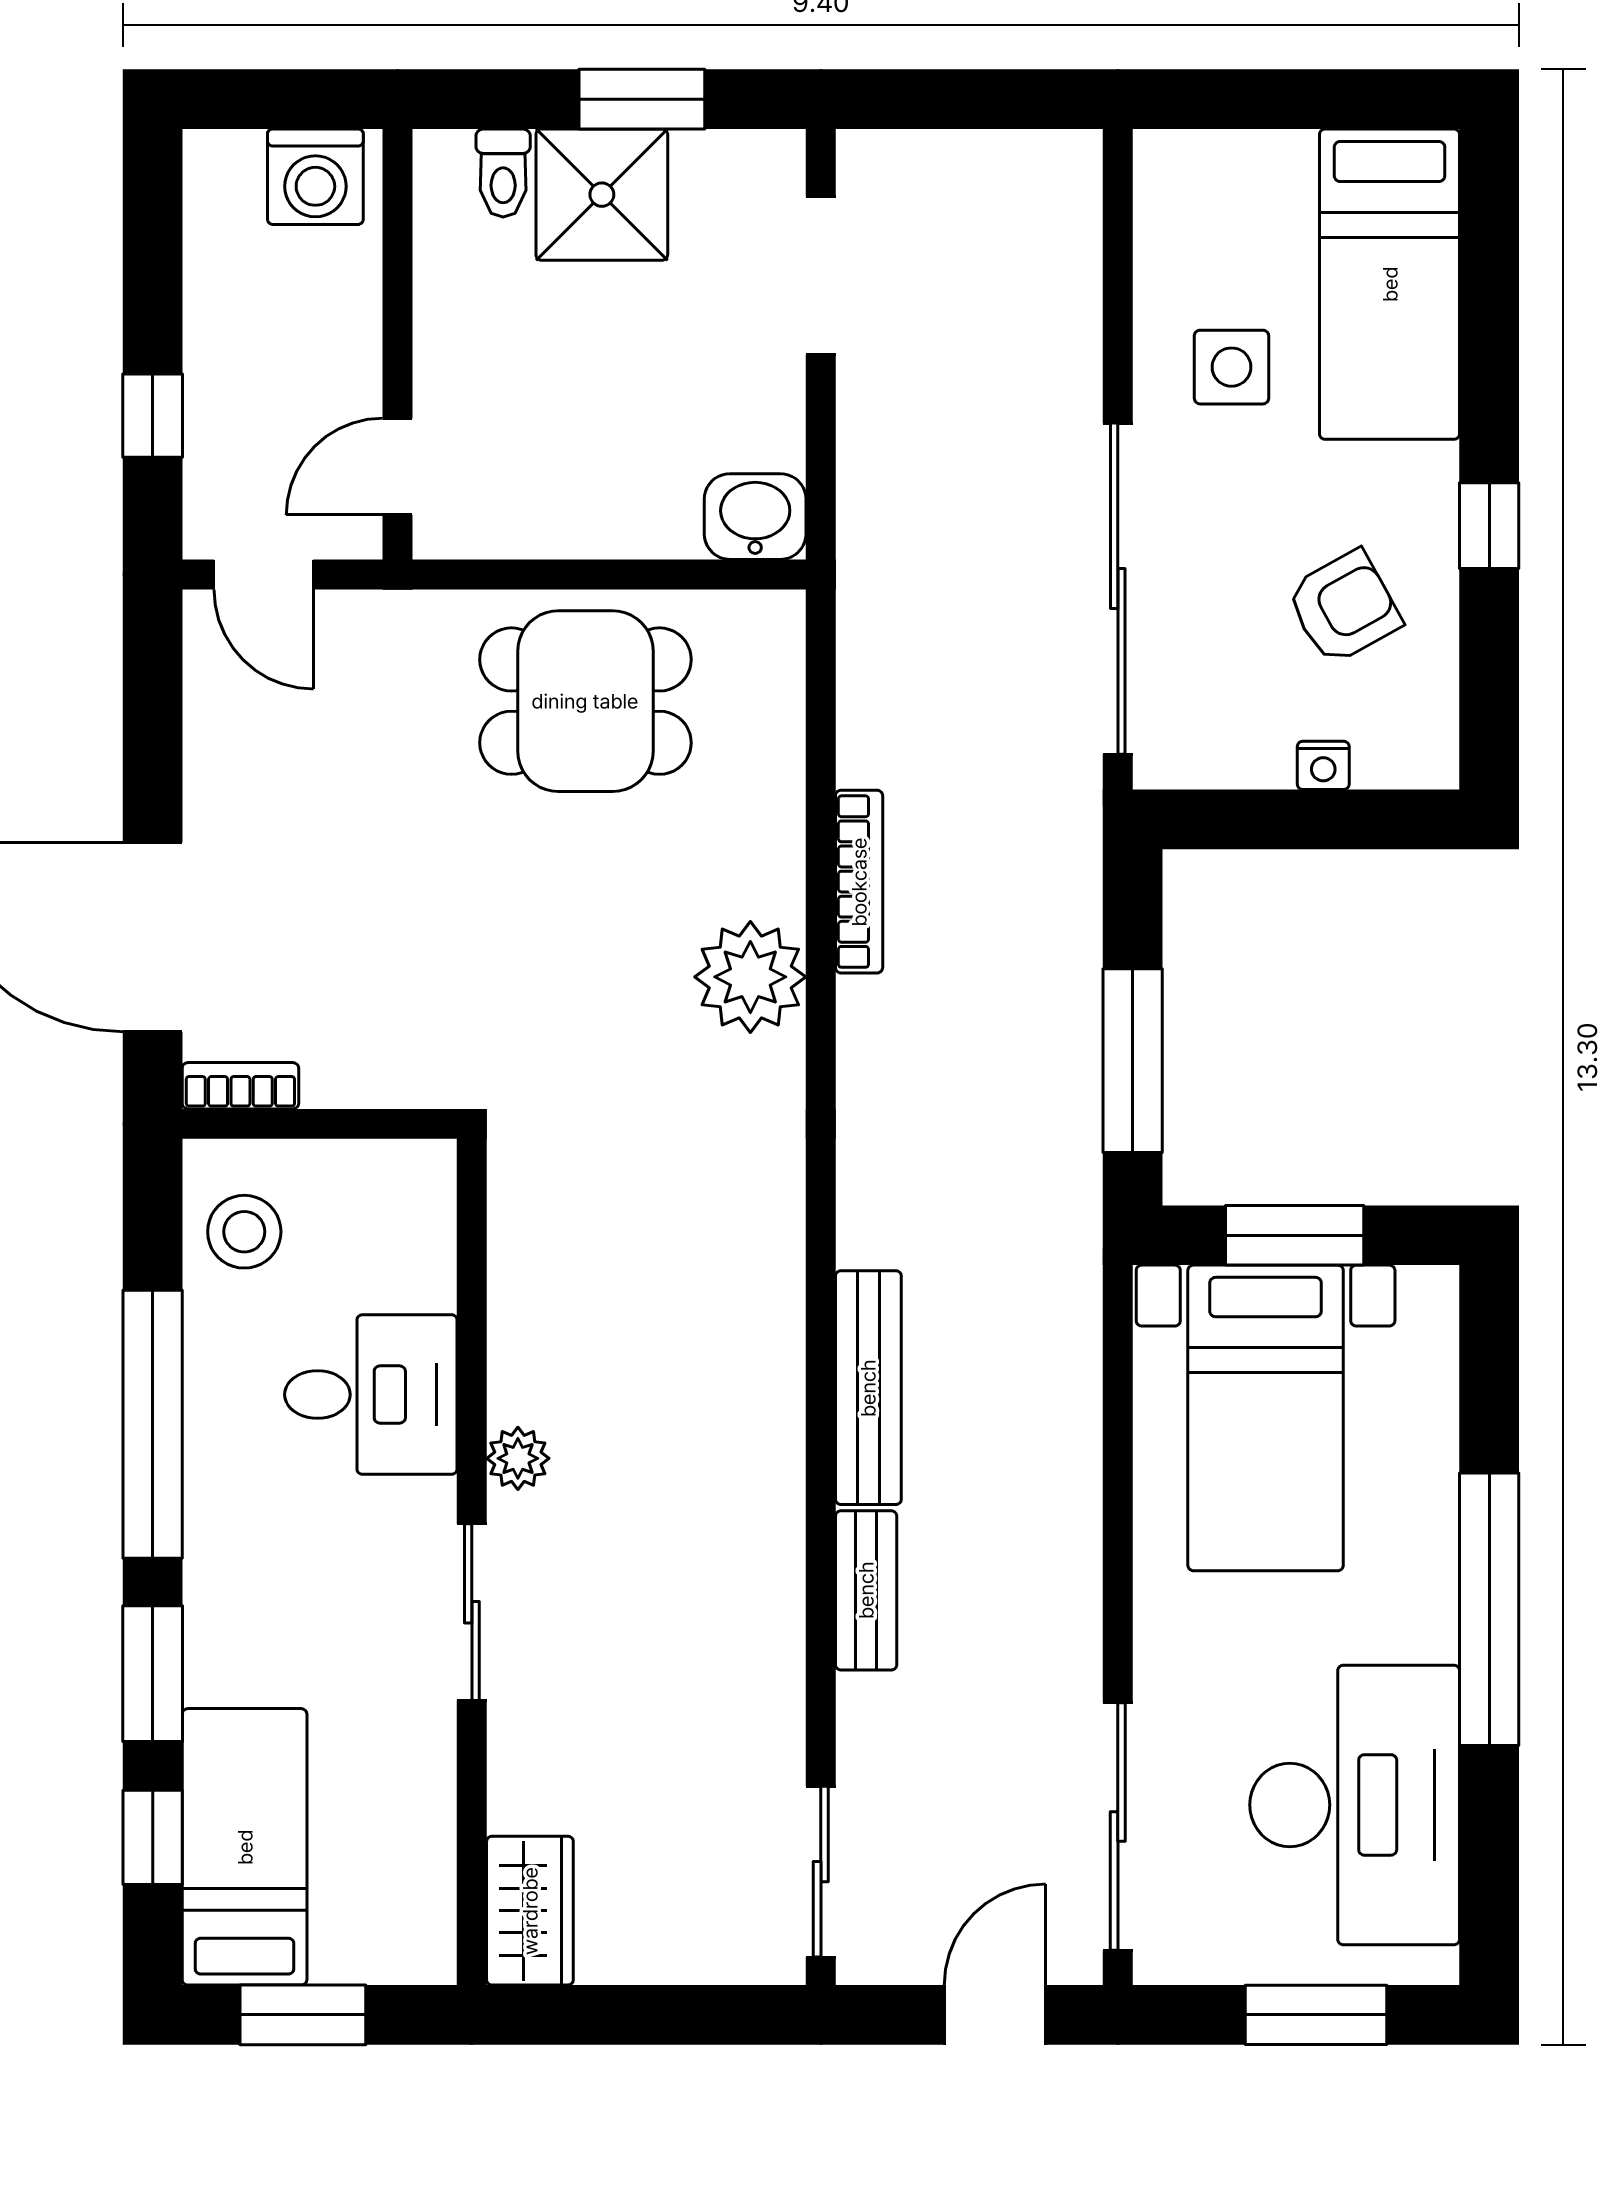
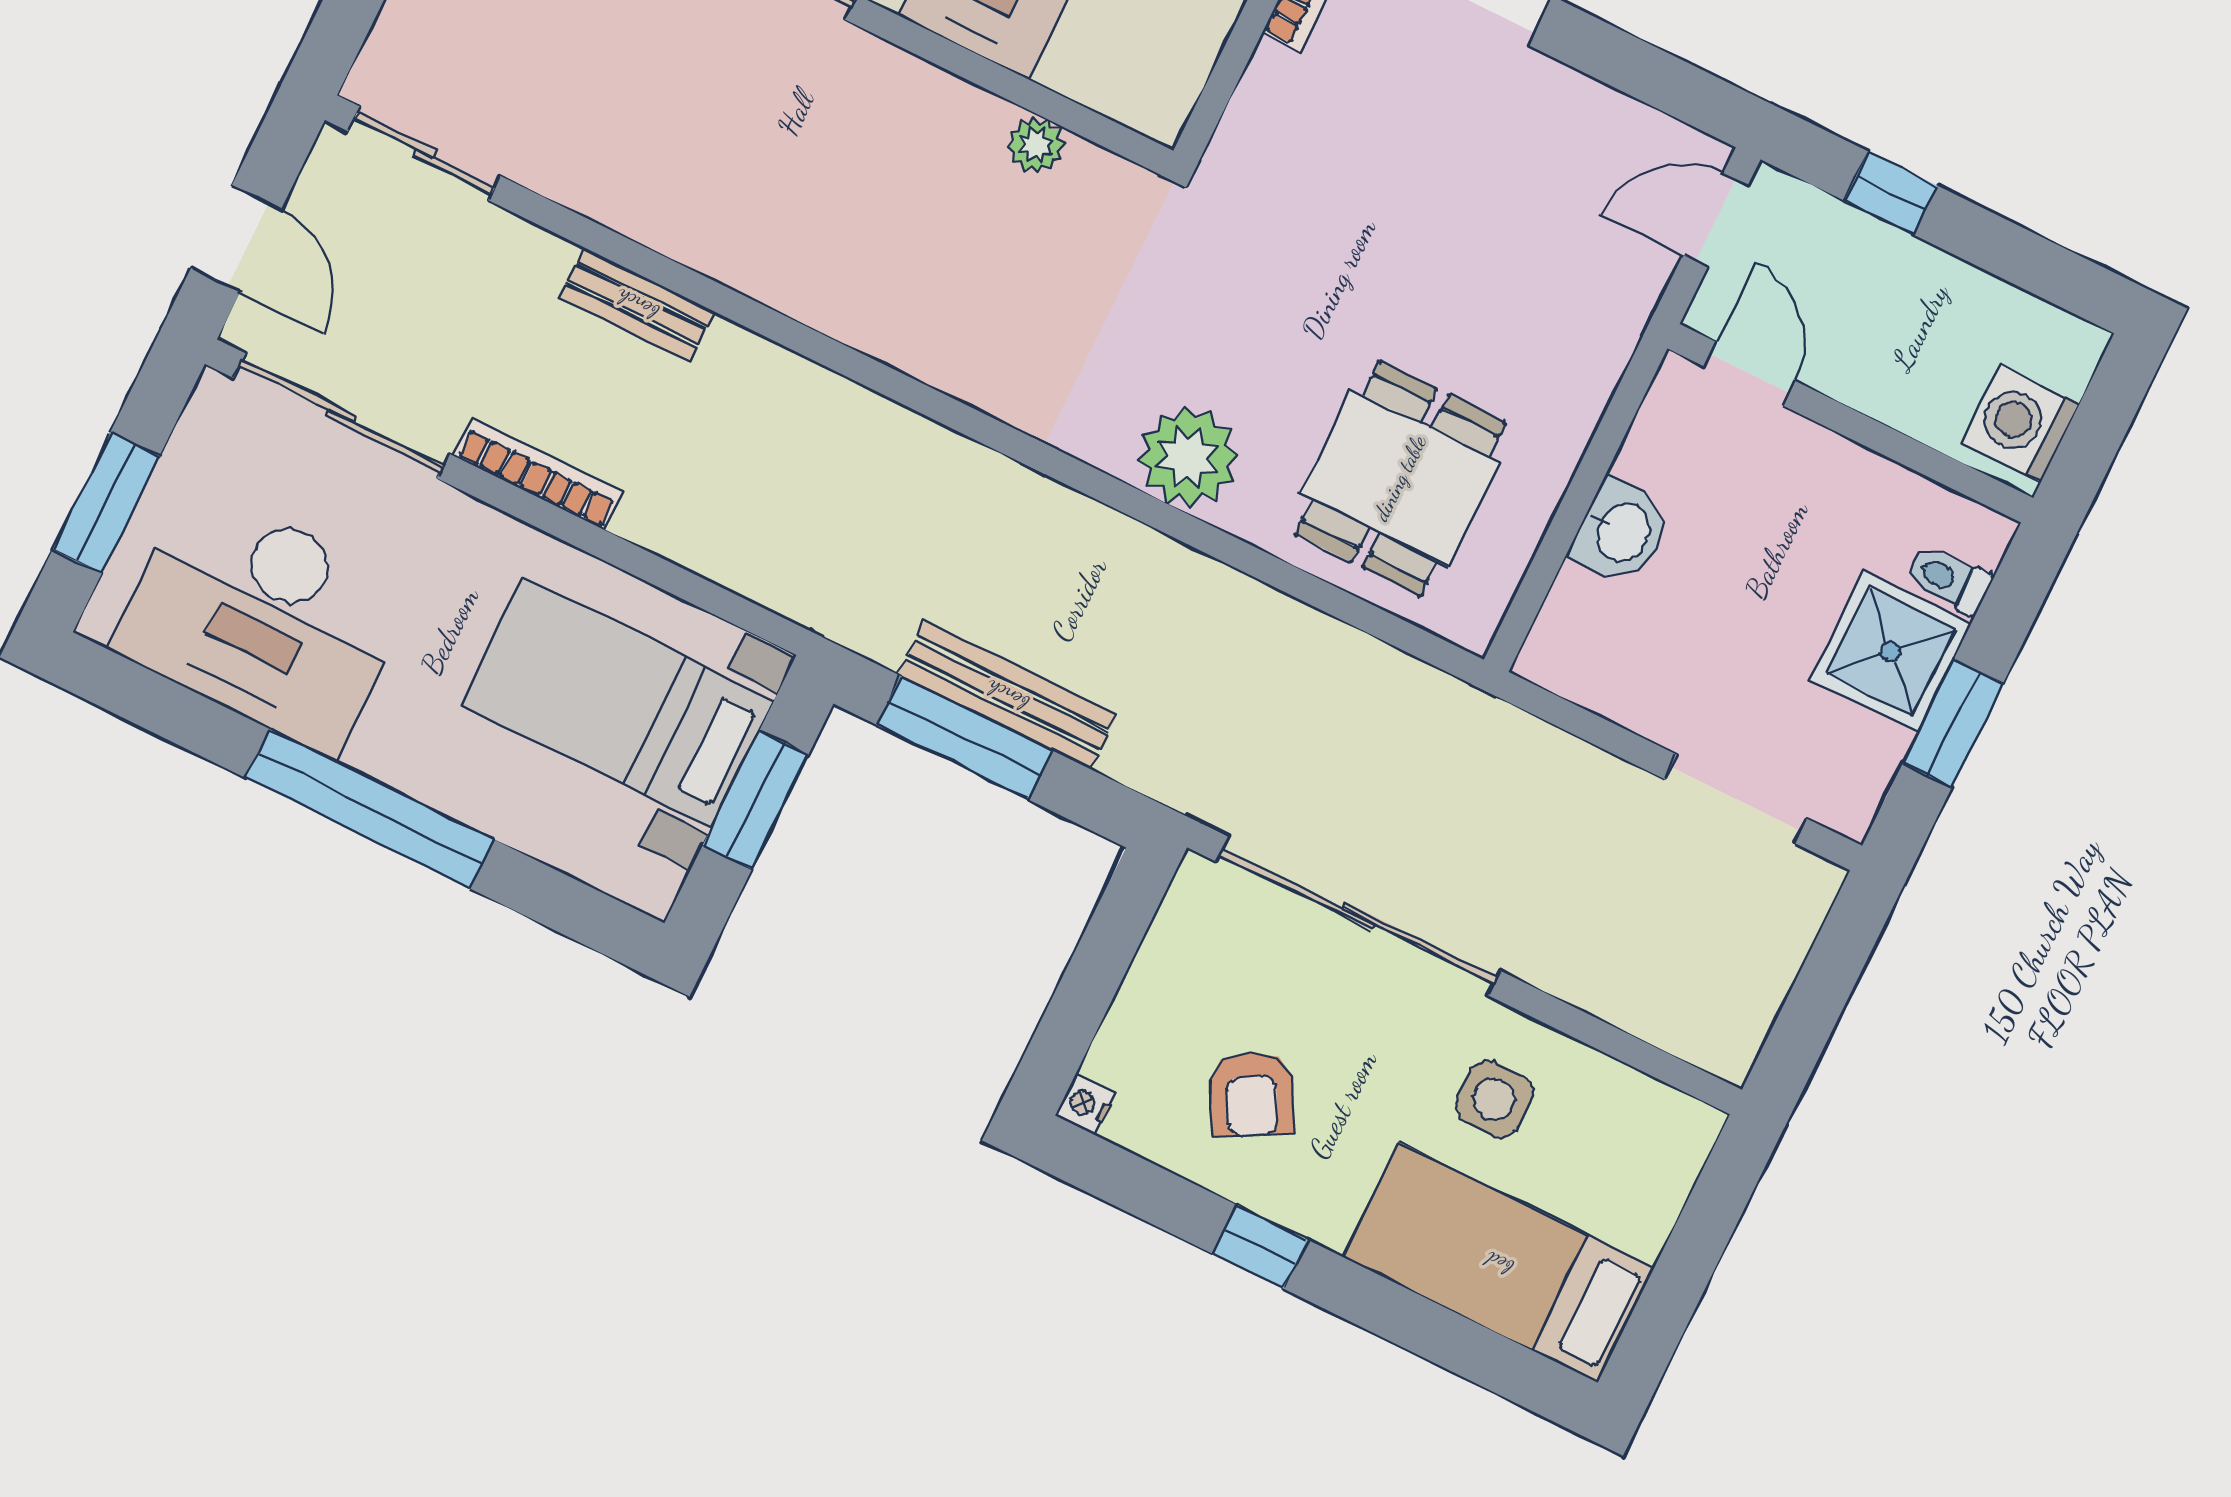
washbasin: (755, 517) -> (1621, 531), moved
dining table: (585, 701) -> (1400, 478), moved
nightstand: (1323, 765) -> (1085, 1104), moved
bookcase: (859, 882) -> (538, 474), moved, turned 180
bench: (868, 1388) -> (1007, 695), moved
plant: (518, 1458) -> (1036, 145), moved

